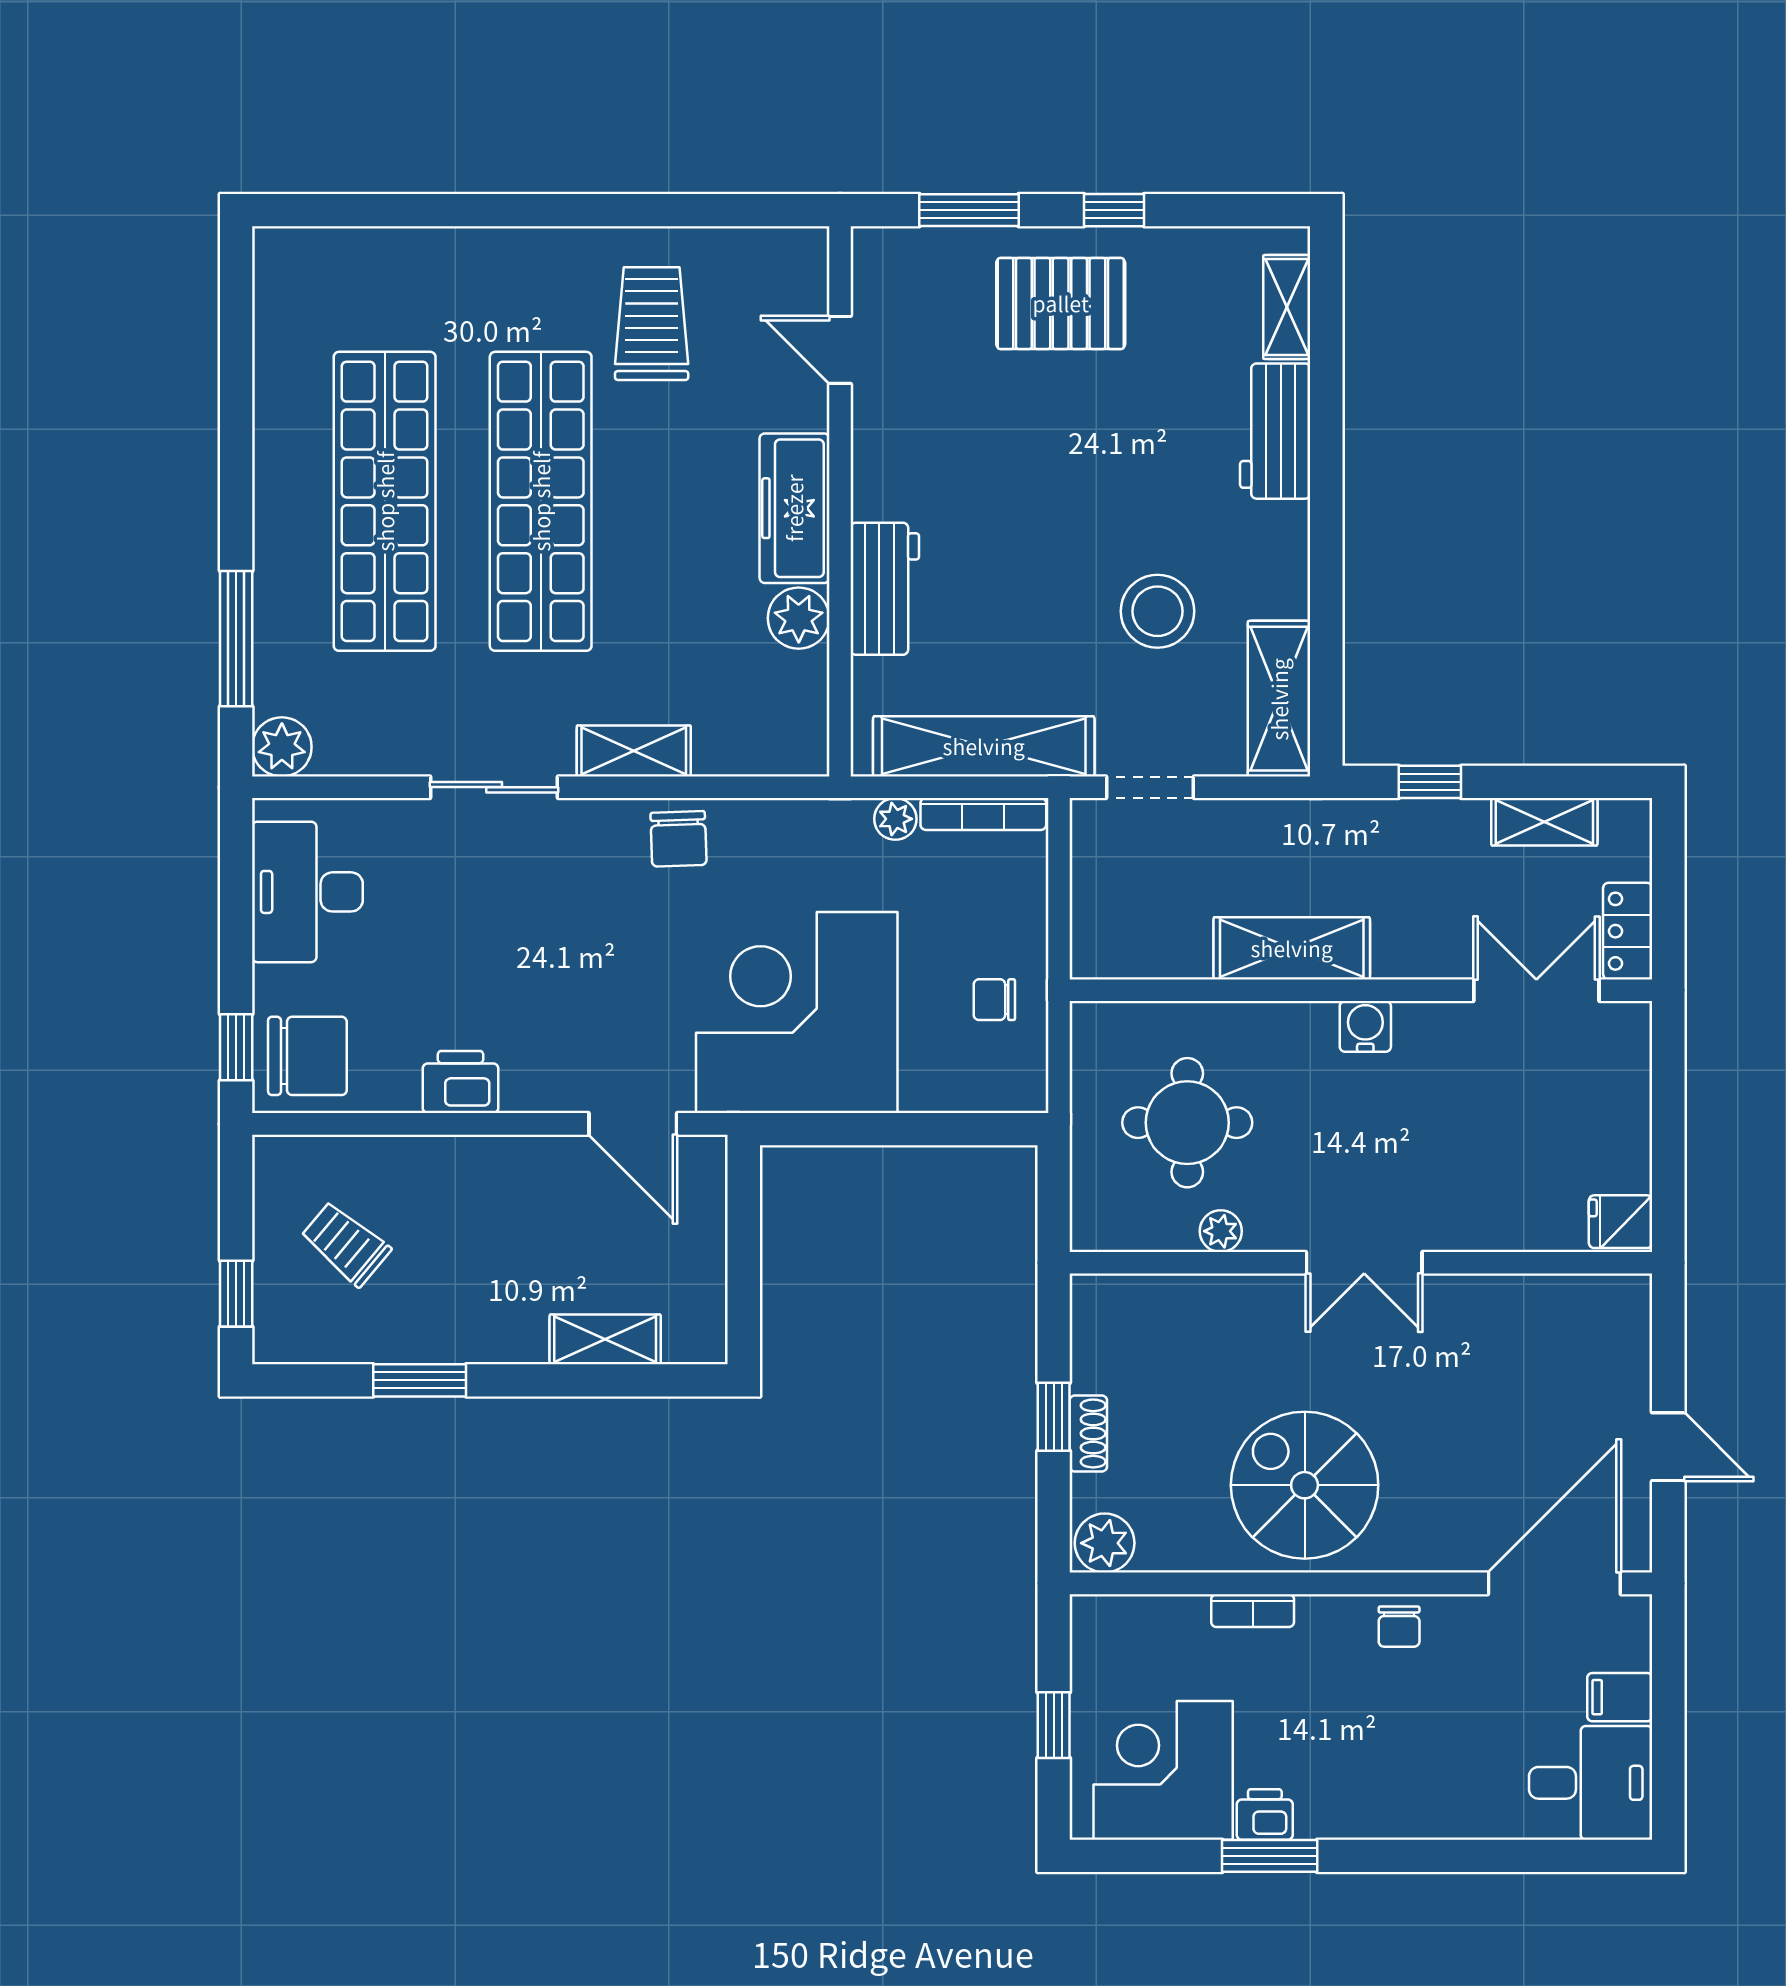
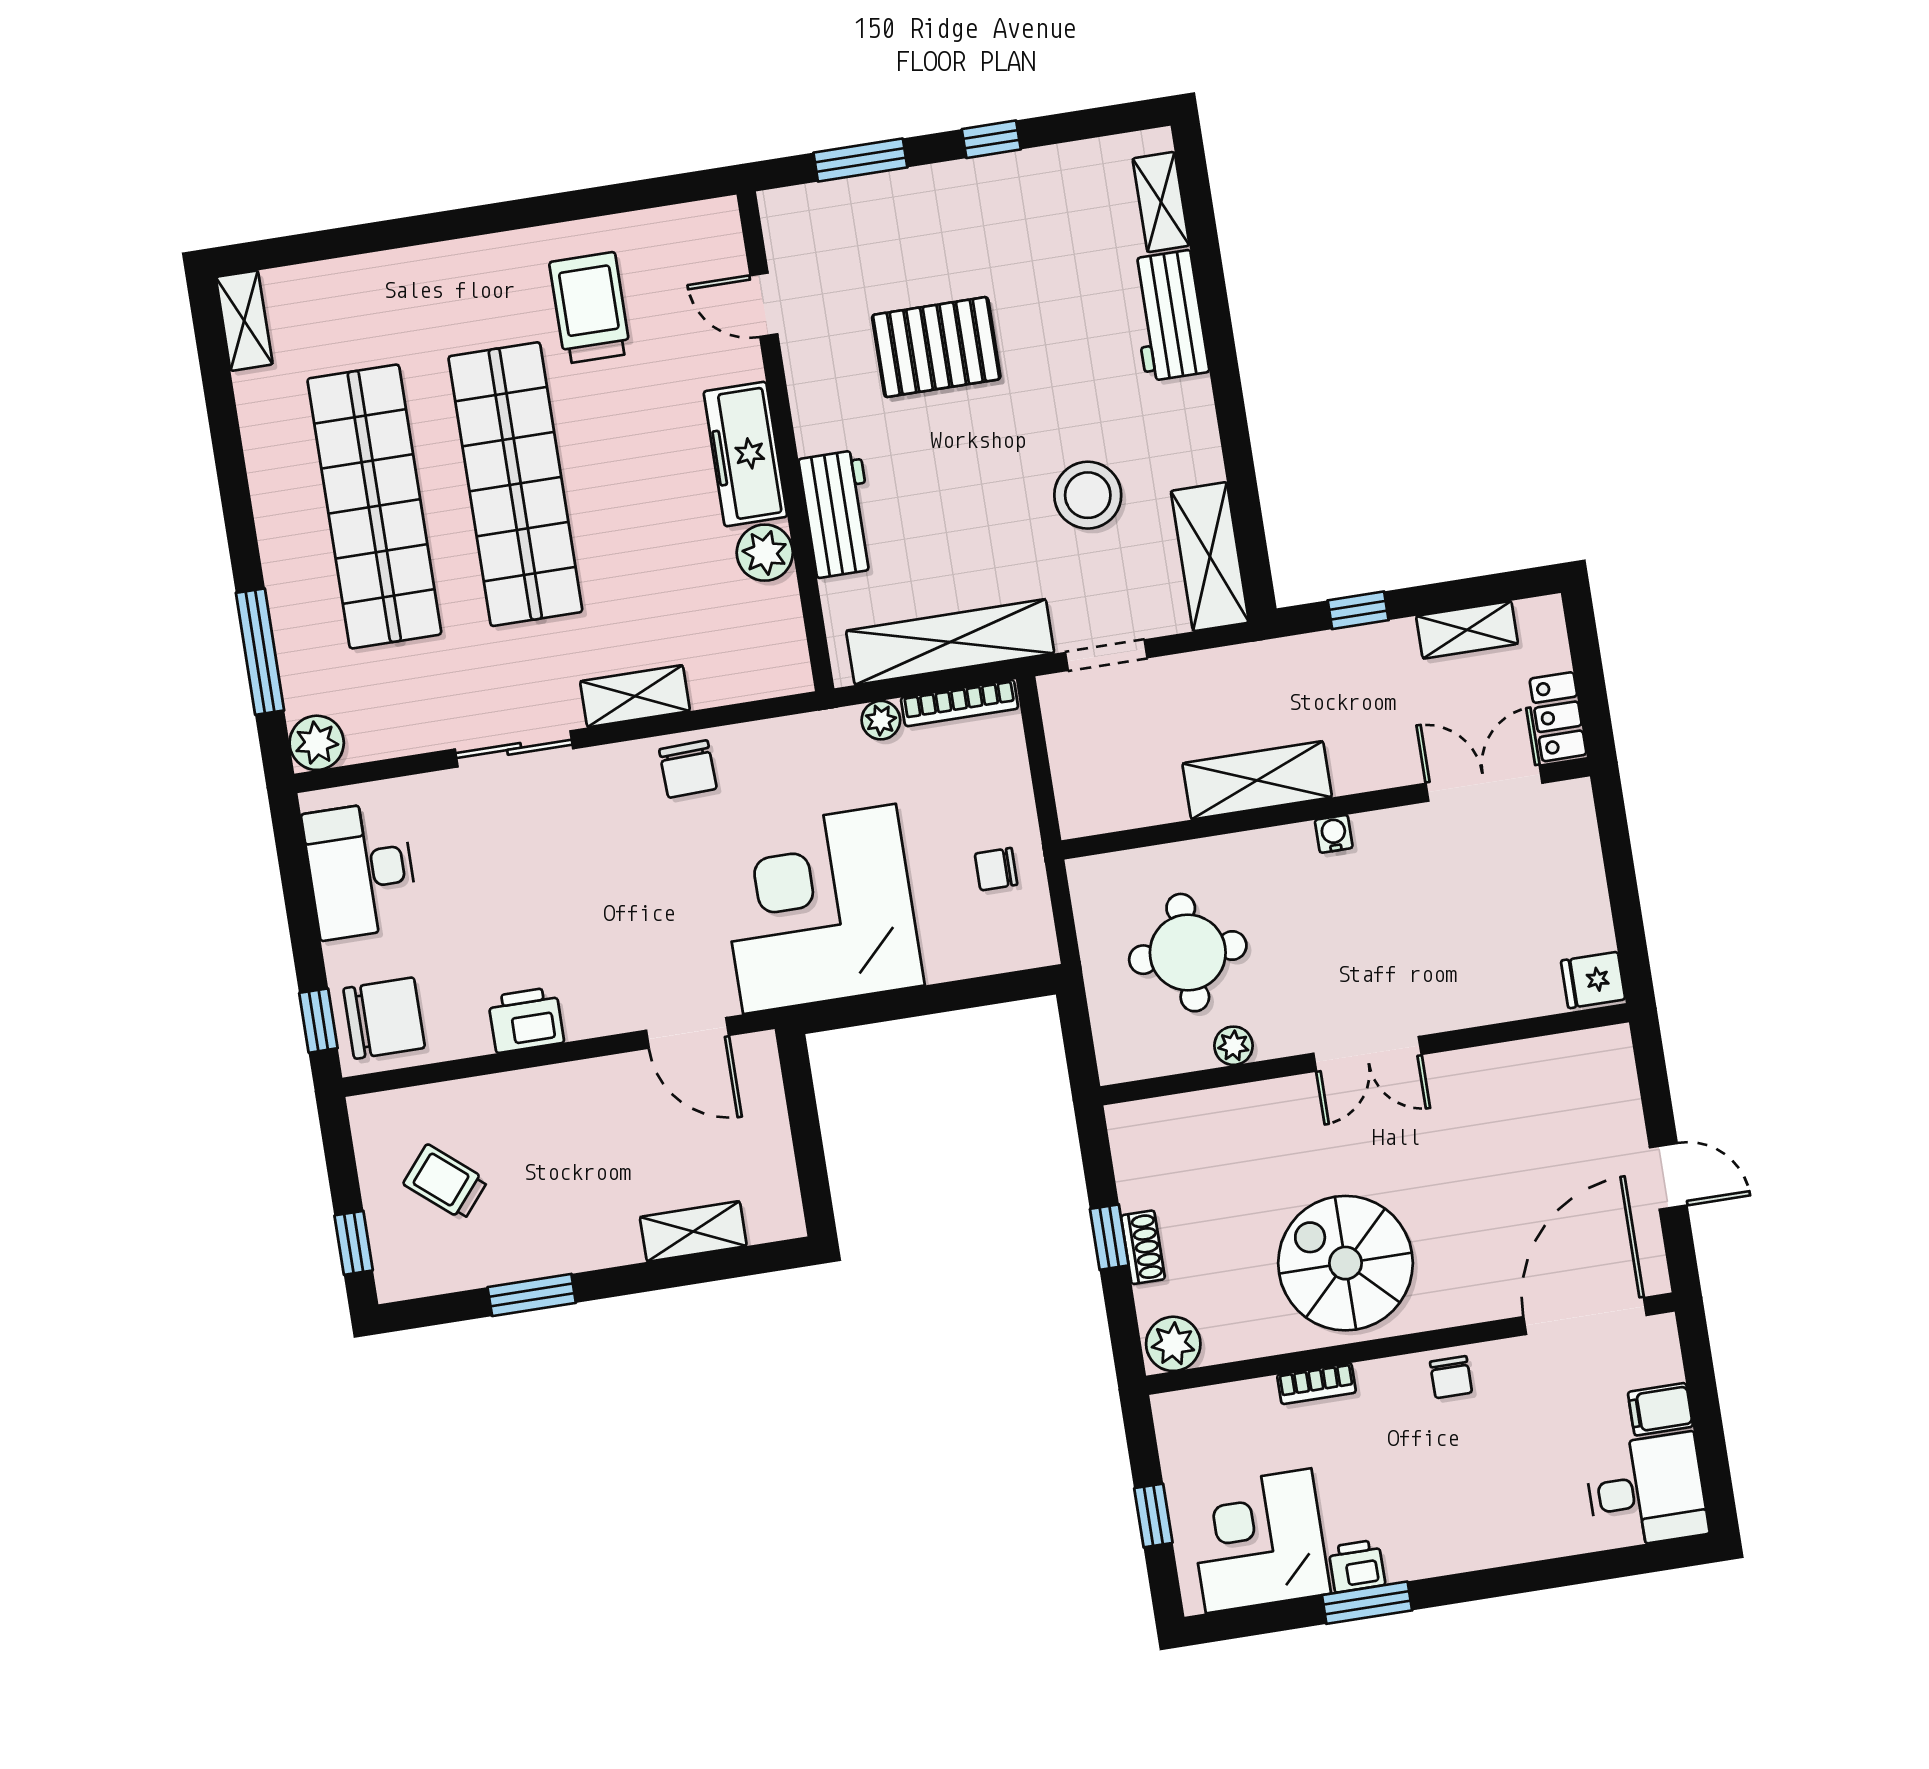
shelving: (276, 278) -> (244, 321), added
pallet: (1061, 303) -> (936, 347), moved
water cooler: (1365, 1026) -> (1334, 834), width x0.72, depth x0.72

